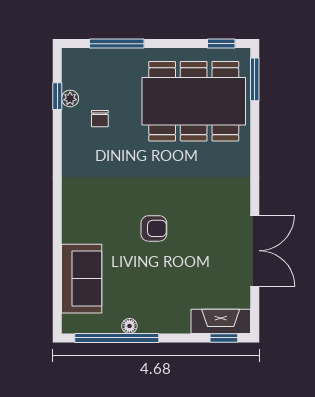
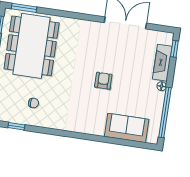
plant: (70, 98) -> (19, 119), removed
fireplace: (221, 321) -> (162, 63), moved
floor lamp: (129, 326) -> (162, 86), moved

